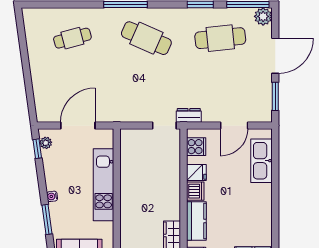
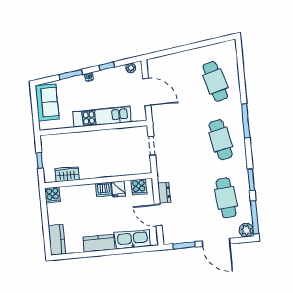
cafe table: (72, 38) -> (215, 81), width x1.37, depth x1.35
cafe table: (146, 38) -> (221, 140), turned -36
dresser: (189, 115) -> (164, 192), moved
doorway: (164, 126) -> (152, 146), moved
window: (37, 149) -> (107, 66), moved
kitchen counter: (196, 221) -> (99, 243), moved, turned 180

